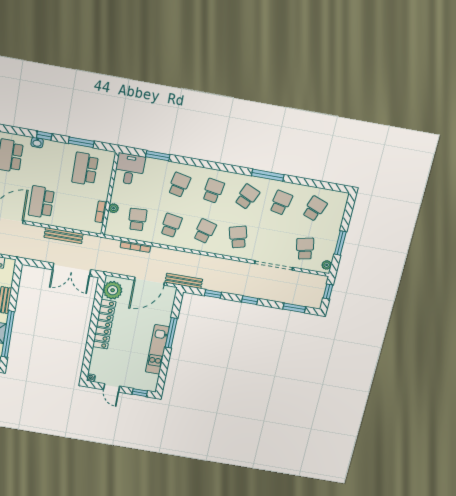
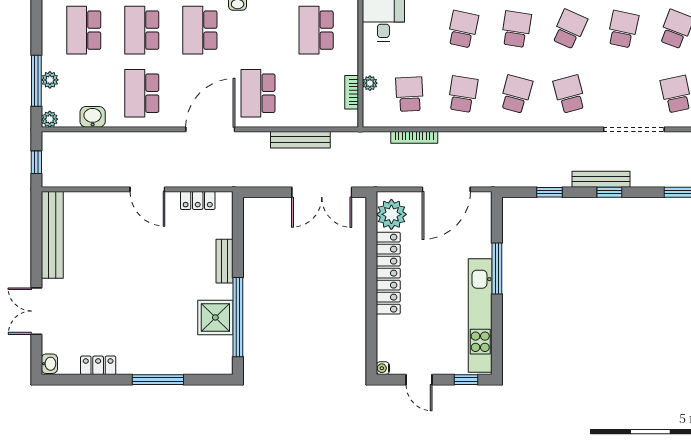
bench: (184, 281) -> (601, 179), moved
kitchen unit: (157, 349) -> (480, 316), width x1.36

